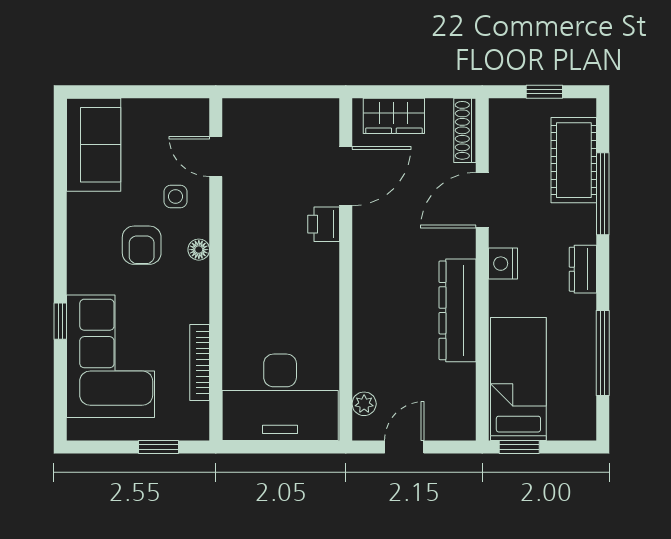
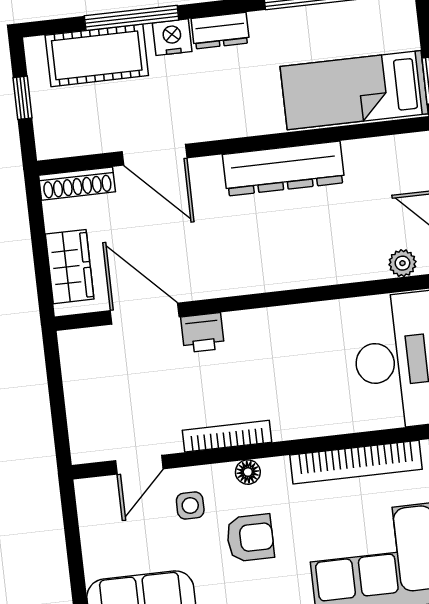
bookcase: (232, 235) -> (227, 436), added
nightstand: (503, 264) -> (172, 37), moved, turned 180
bookcase: (200, 362) -> (356, 462), width x1.48, depth x1.31

